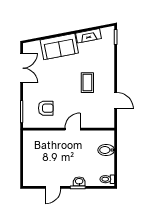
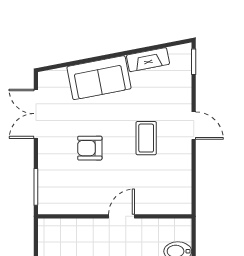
double door: (22, 68) -> (36, 114), swing flipped
door: (116, 101) -> (194, 126), moved
armchair: (46, 108) -> (90, 148), moved, turned 180

